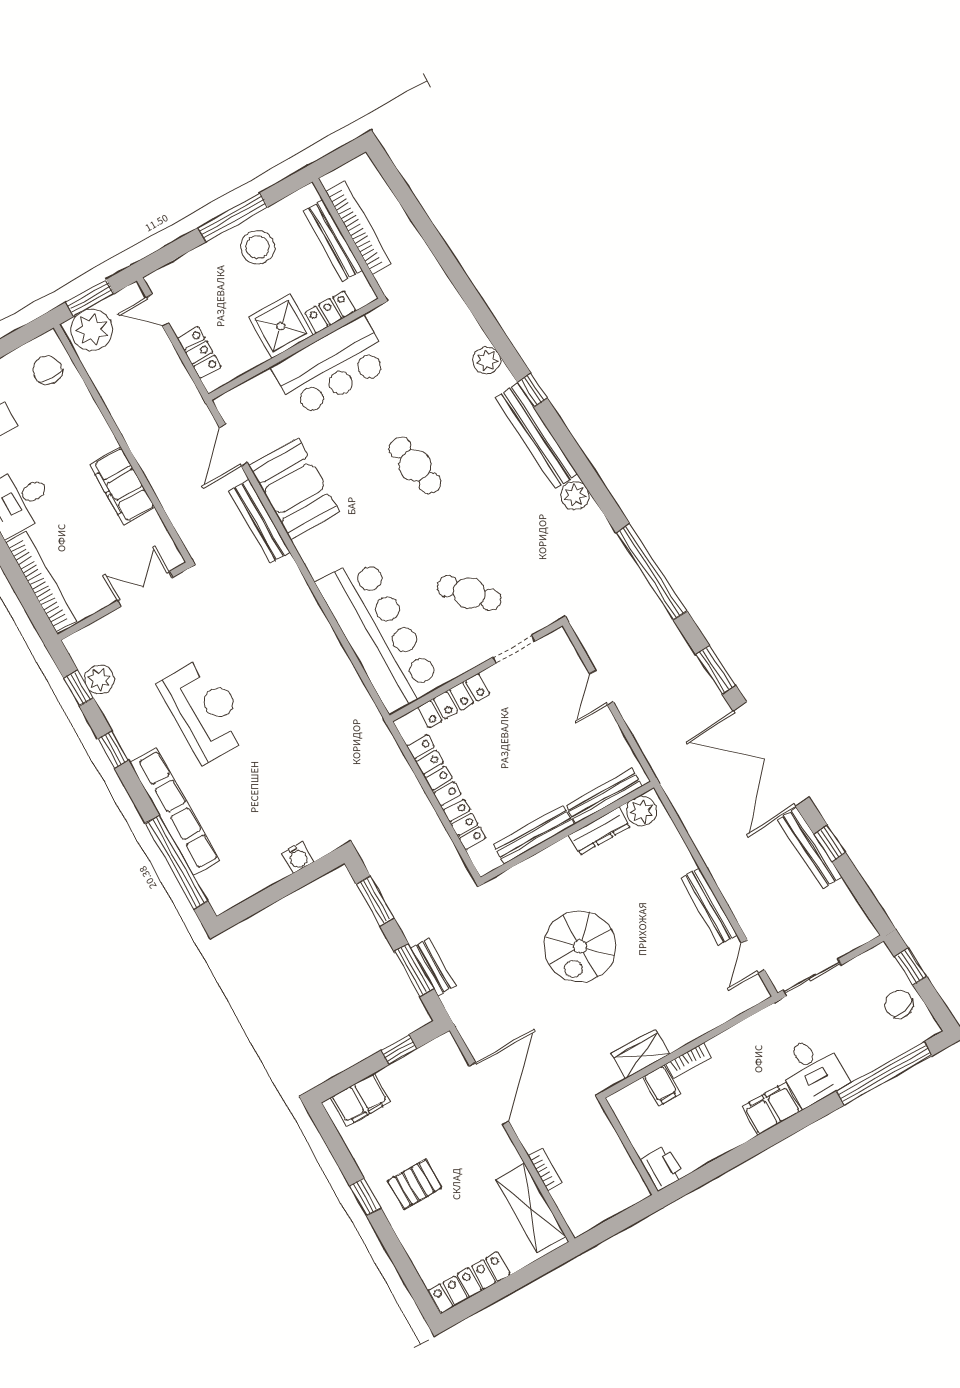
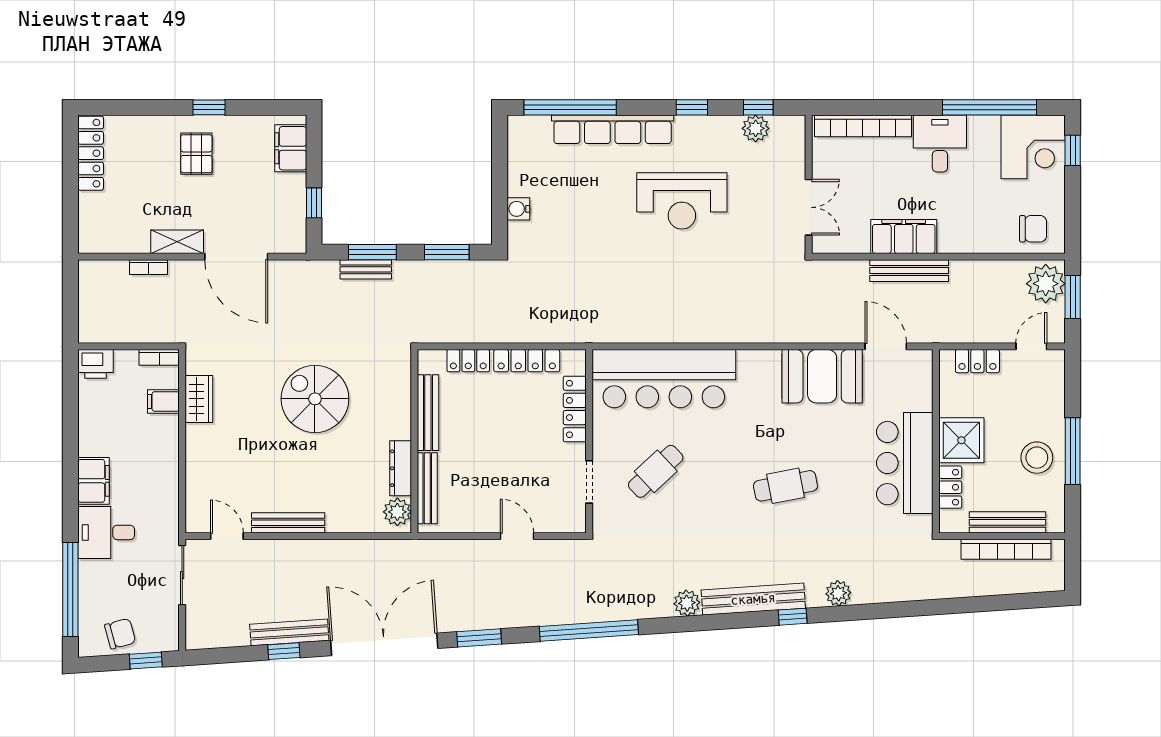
bench: (259, 522) -> (909, 271), moved
bookcase: (689, 1061) -> (159, 357), moved, turned -90
shelving: (531, 1208) -> (177, 242), moved, width x0.67, depth x0.75

